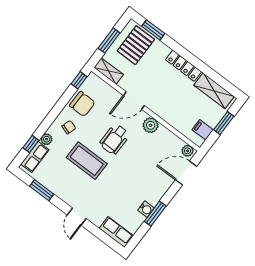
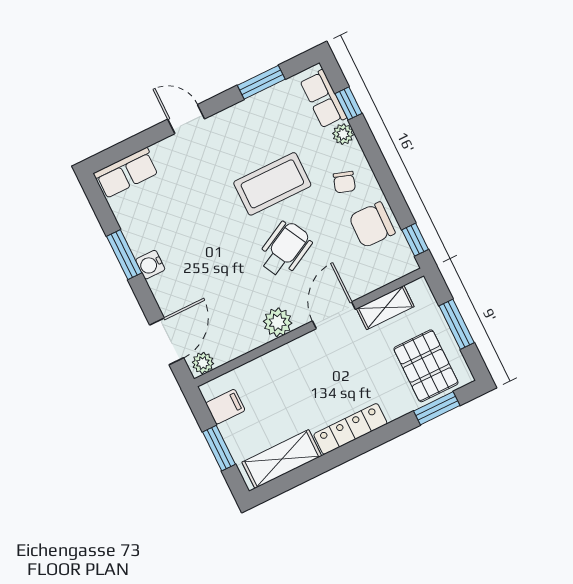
shelving: (109, 71) -> (385, 308), moved
wheelchair: (115, 139) -> (285, 249), turned 62
water cooler: (146, 209) -> (150, 265), moved

